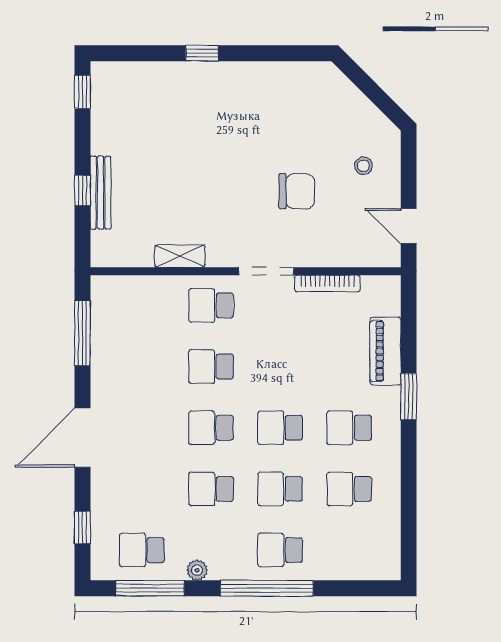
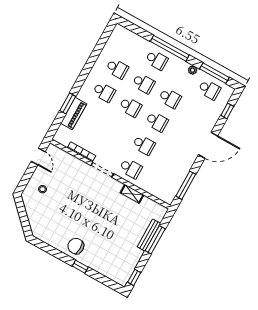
window: (82, 190) -> (155, 240), width x2.17
chair: (297, 191) -> (76, 246), moved
window: (409, 396) -> (68, 103), moved

